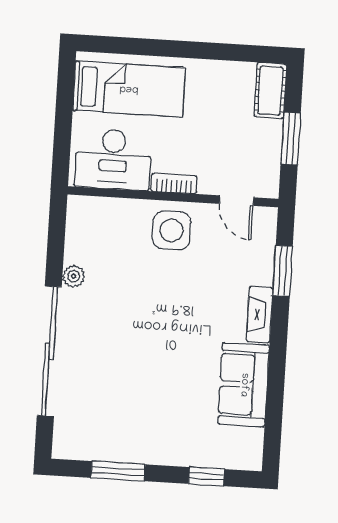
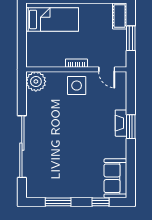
desk: (113, 159) -> (47, 53), removed
window: (283, 271) -> (131, 127), moved
plant: (74, 276) -> (36, 81), moved, width x1.88, depth x1.88
sofa: (244, 385) -> (115, 178), moved

